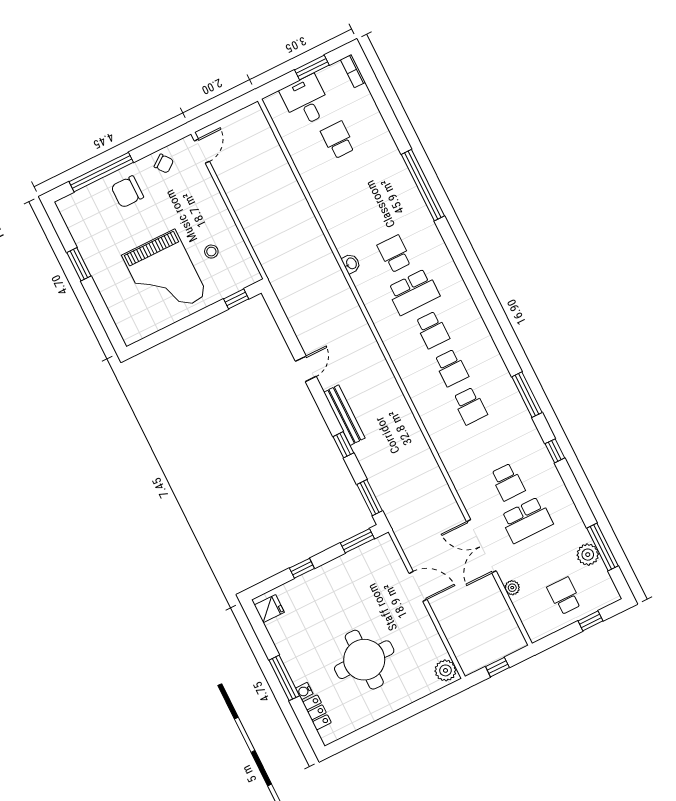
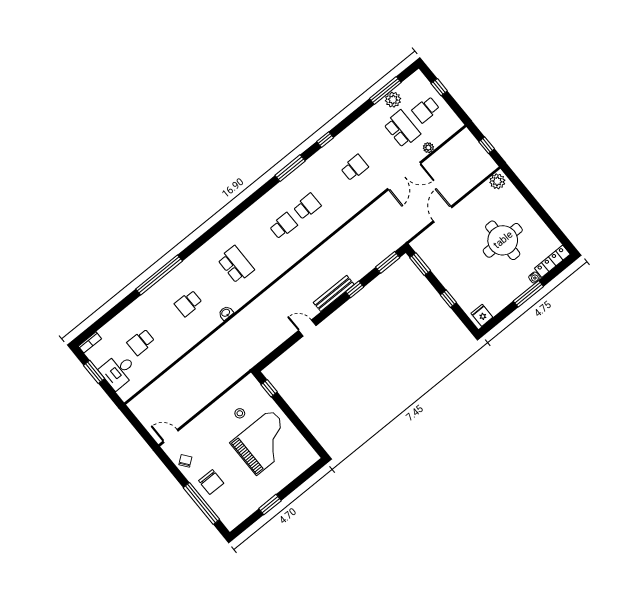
school desk: (395, 254) -> (188, 303), moved
school desk: (432, 330) -> (260, 245), removed
school desk: (527, 520) -> (402, 129), moved
locker: (317, 712) -> (552, 261), width x1.53

